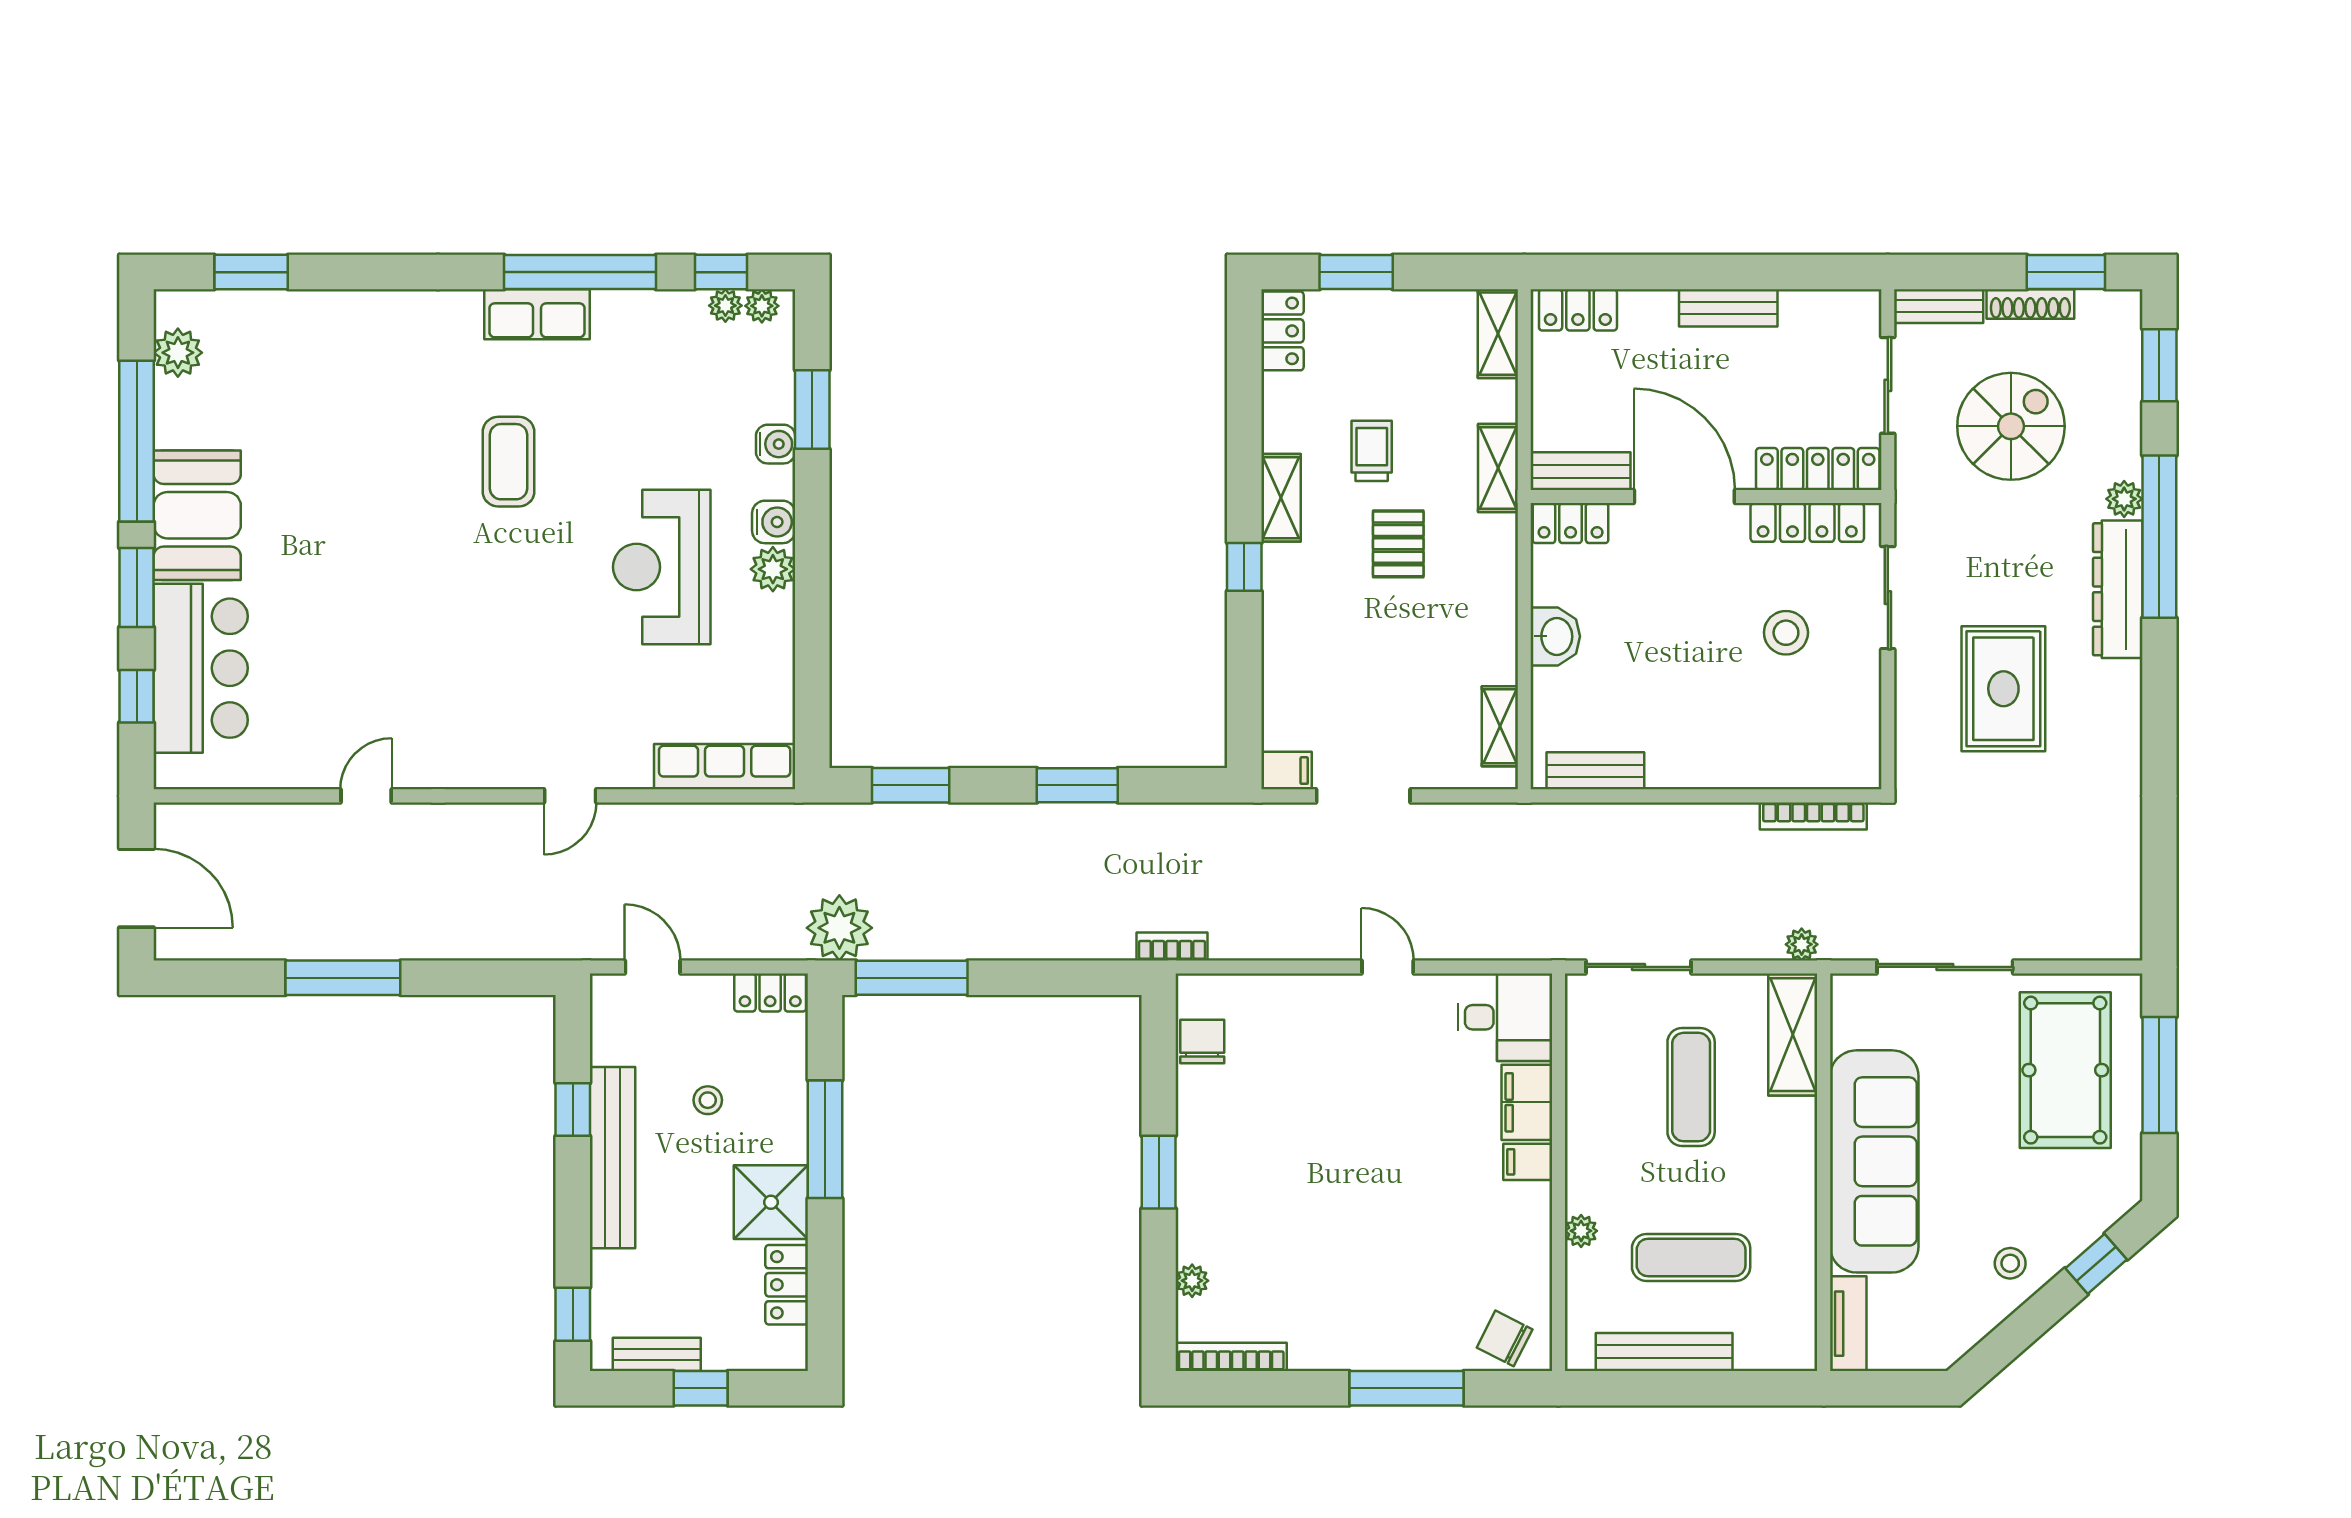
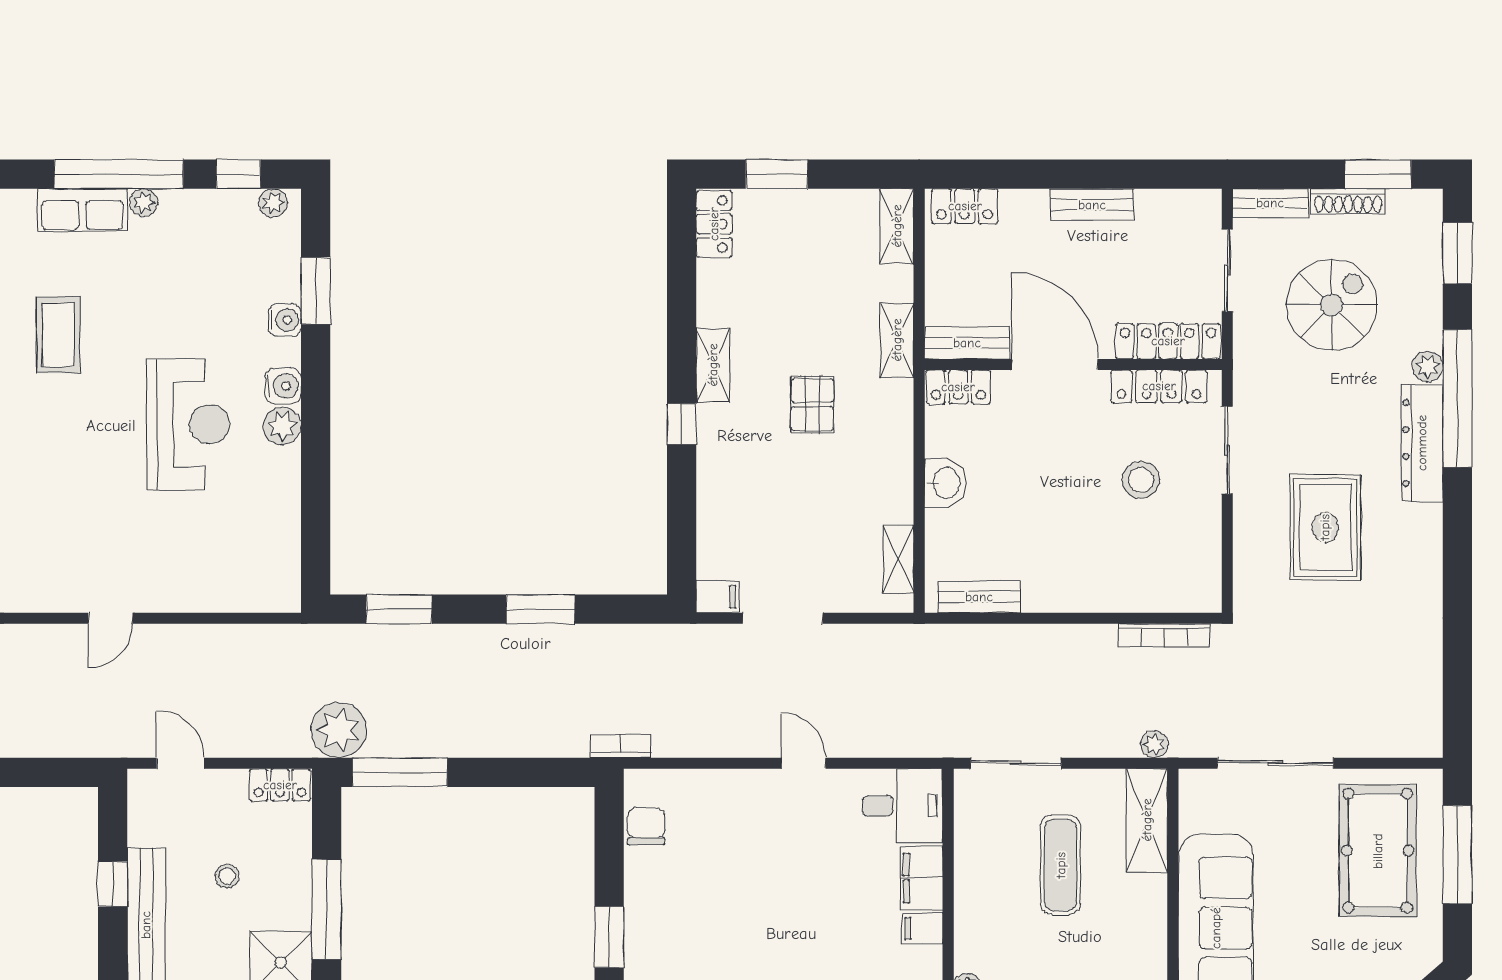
plant: (725, 306) -> (144, 203), moved
trolley: (1372, 451) -> (790, 326), removed
reception desk: (662, 567) -> (188, 424), turned 180
row of seats: (725, 767) -> (241, 593), removed

